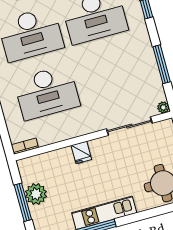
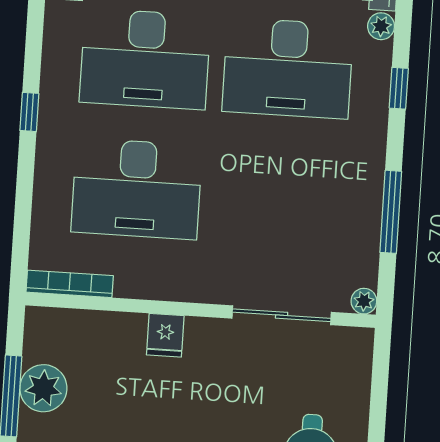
bookcase: (25, 146) -> (70, 284), width x1.56

